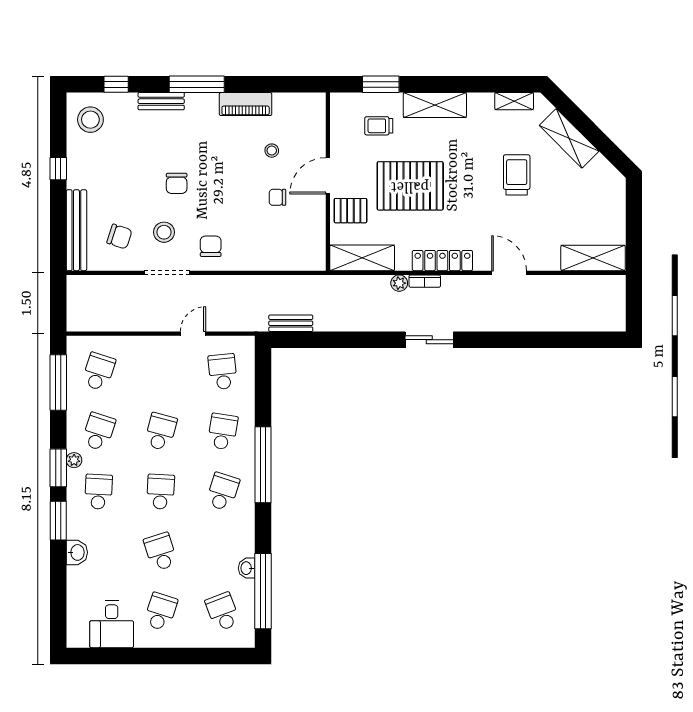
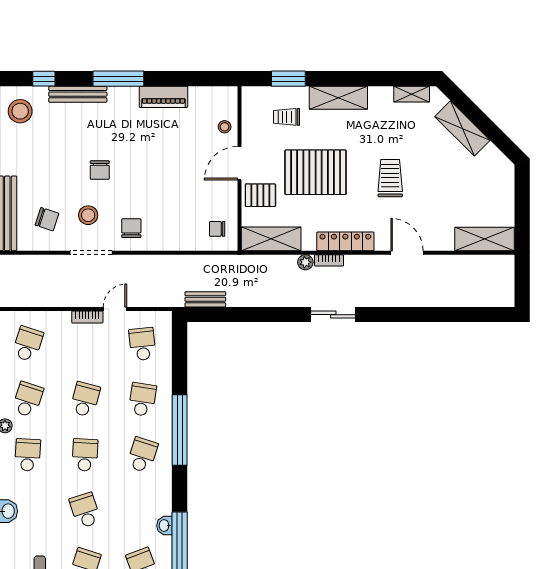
bench: (161, 101) -> (78, 94), width x1.36
stool: (272, 151) -> (225, 127), moved
trolley: (517, 175) -> (390, 178), moved
chair: (277, 197) -> (217, 229), moved
bookcase: (163, 342) -> (87, 317), added

